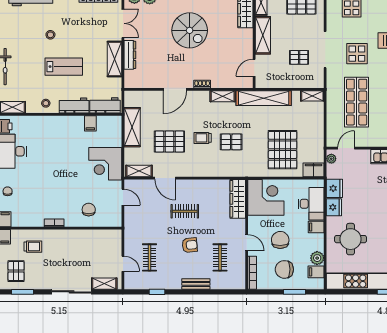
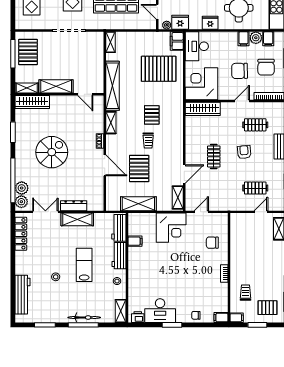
pallet: (299, 57) -> (76, 54), removed
pallet: (169, 142) -> (139, 169), moved
fridge: (334, 188) -> (180, 22), moved
desk: (311, 204) -> (197, 46), moved, turned -90
filing cabinet: (316, 227) -> (243, 39), moved

